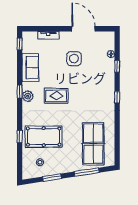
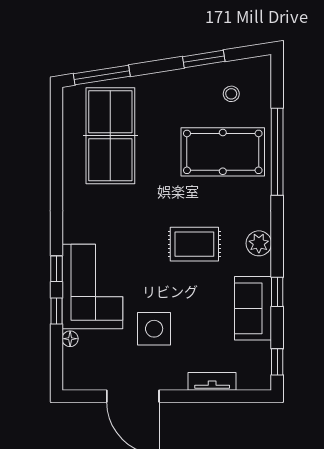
corner sofa: (101, 77) -> (92, 287), added
window: (20, 92) -> (277, 292), moved
window: (117, 97) -> (56, 269), moved
window: (20, 137) -> (277, 152), width x3.17
window: (87, 172) -> (102, 75), moved

